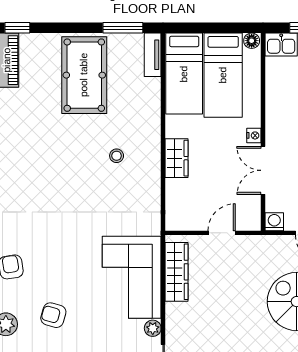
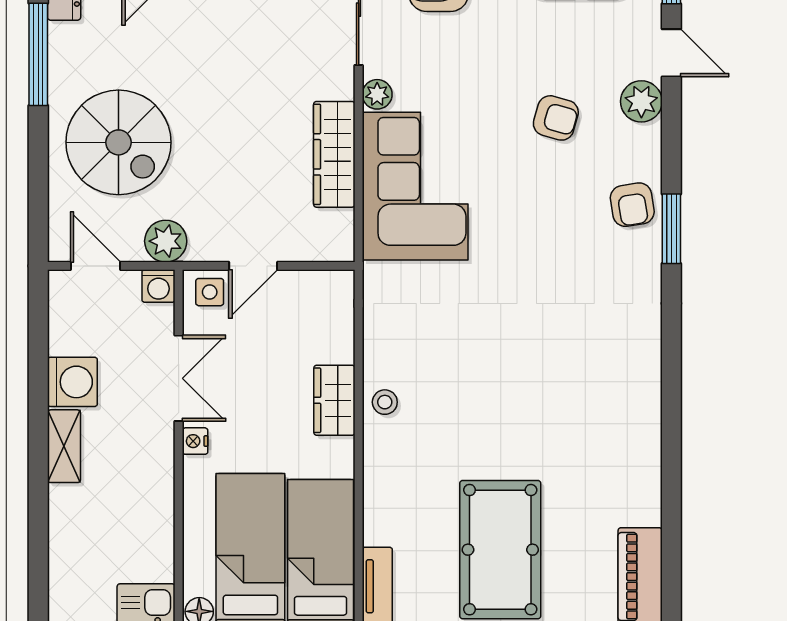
stool: (117, 156) -> (385, 402), moved
side table: (246, 218) -> (210, 292), added
plant: (270, 247) -> (166, 241), added
wardrobe: (177, 272) -> (334, 154), moved

